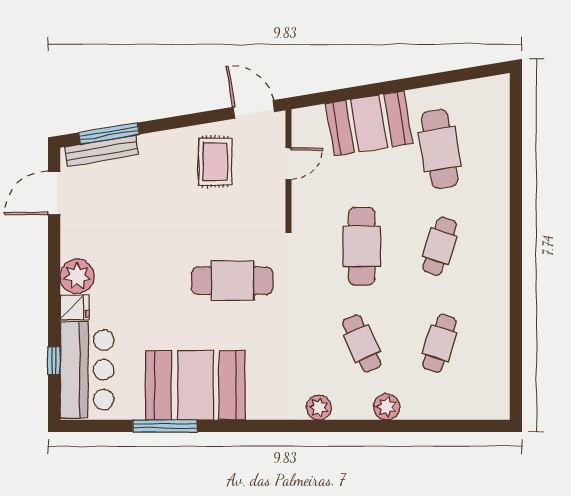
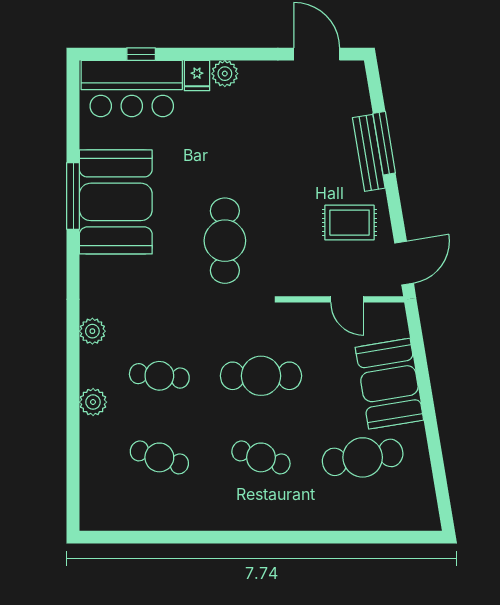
window: (109, 133) -> (384, 143), moved
bench: (102, 151) -> (369, 153), moved
plant: (77, 276) -> (225, 74), width x0.73, depth x0.73
cafe table: (362, 343) -> (159, 376), turned 30
window: (165, 426) -> (73, 196), moved

